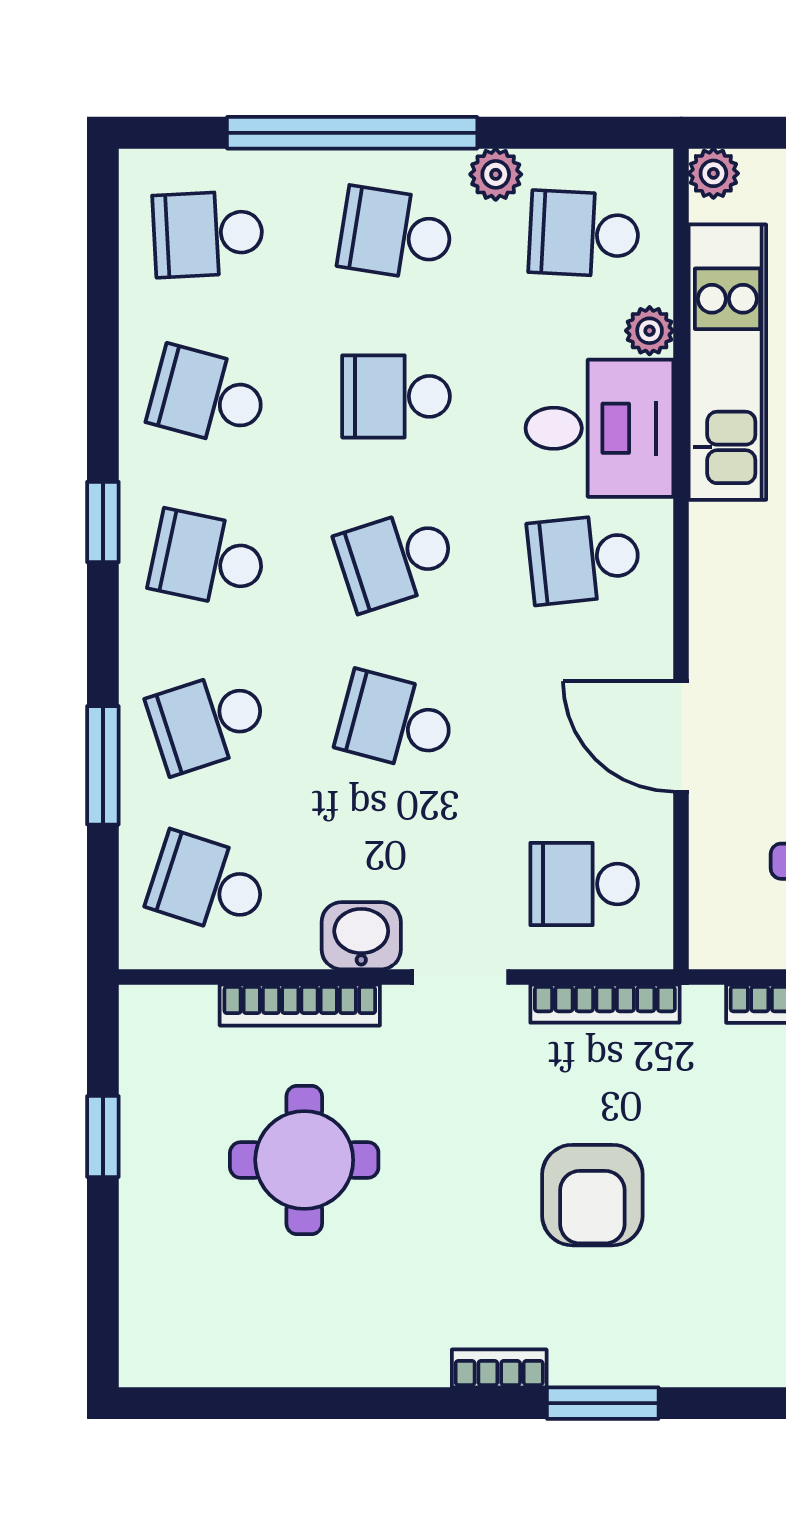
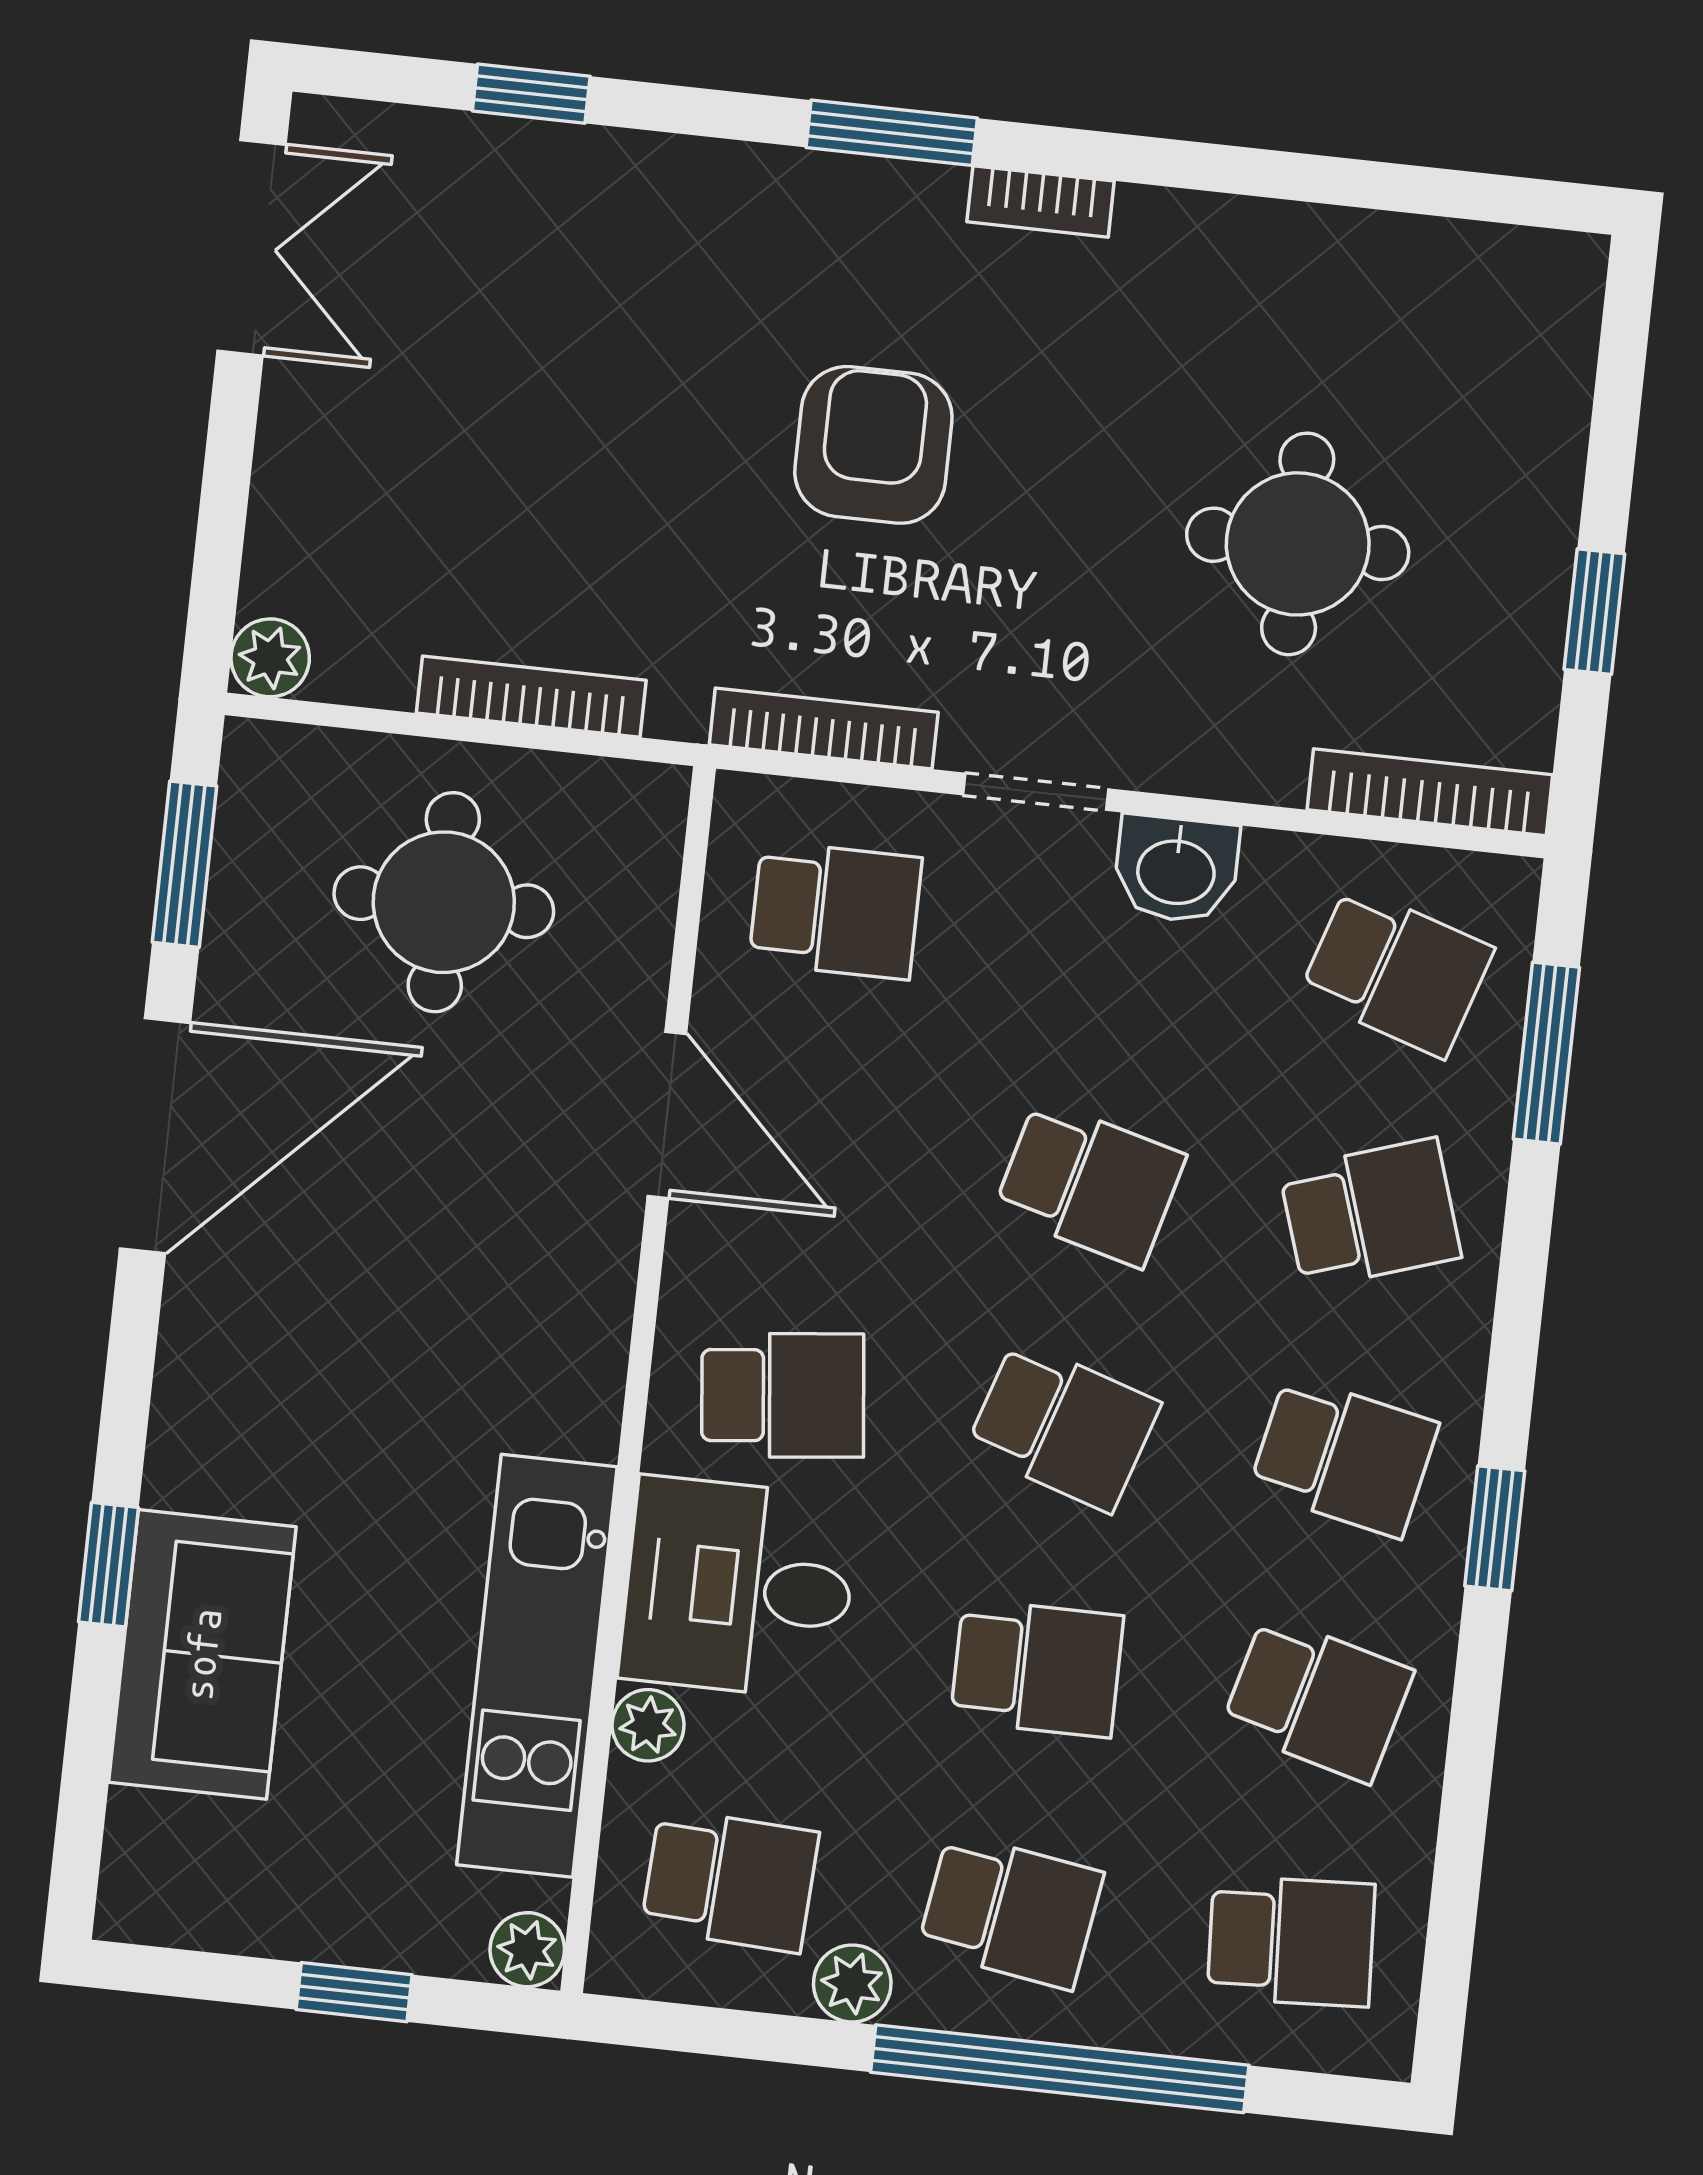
school desk: (396, 559) -> (1063, 1426), turned 36
window: (103, 765) -> (1546, 1053), moved
bookcase: (300, 1005) -> (1430, 792), moved

